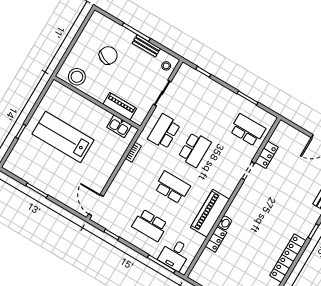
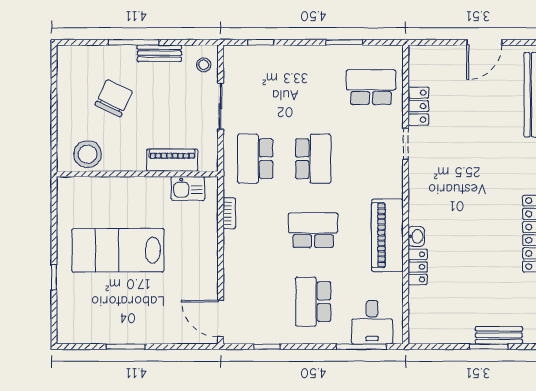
school desk: (150, 225) -> (313, 302), turned 90

